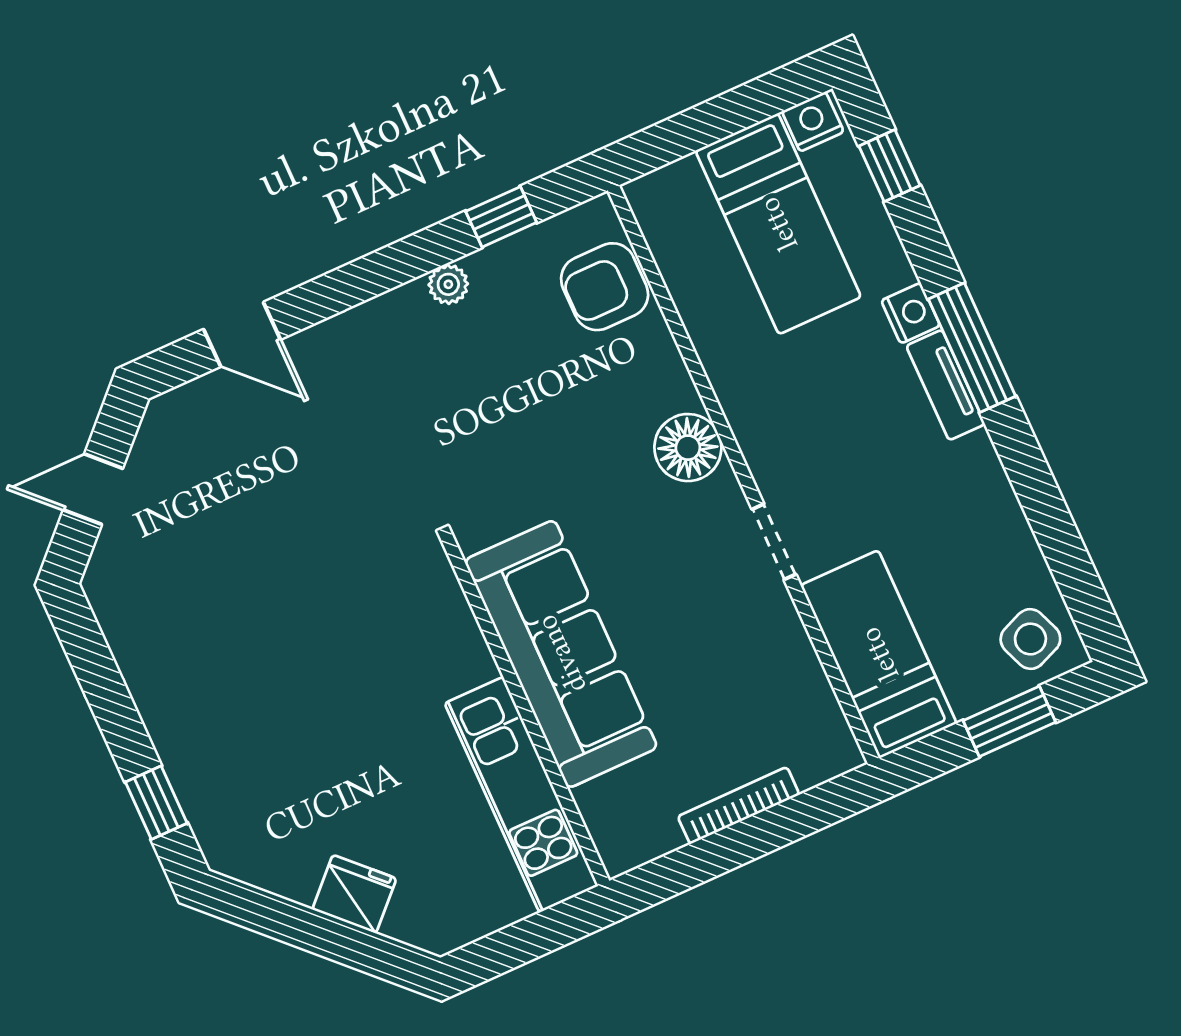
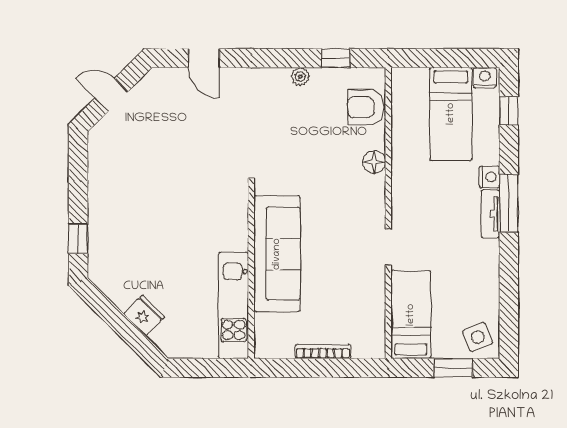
floor lamp: (688, 448) -> (374, 162), moved, width x0.73, depth x0.73

